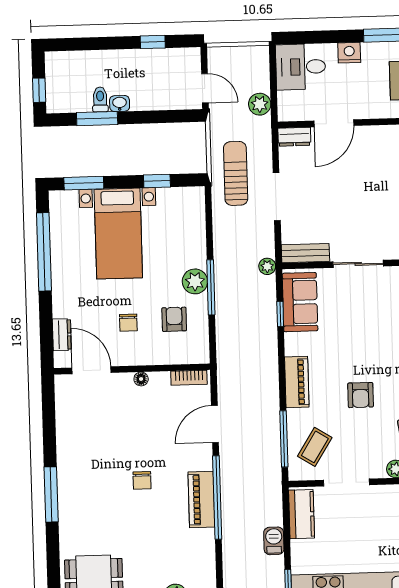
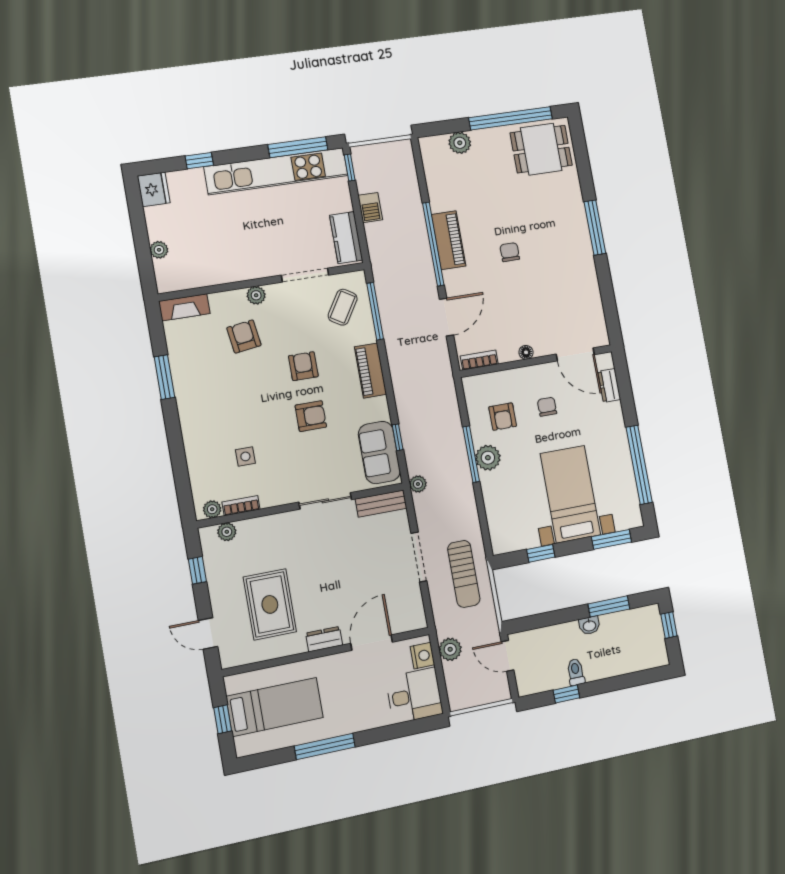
nightstand: (349, 53) -> (422, 656), moved, turned -90
toilet: (100, 100) -> (576, 672), moved, turned 180
dresser: (294, 137) -> (324, 639), moved
armchair: (360, 346) -> (311, 416), added

